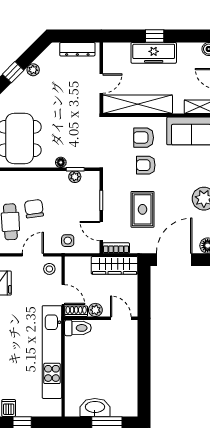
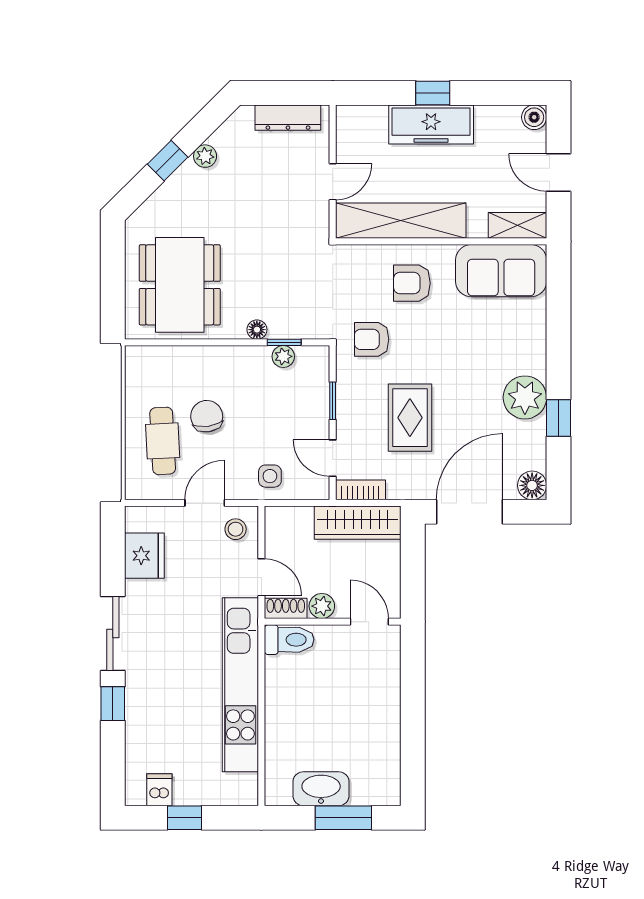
armchair: (146, 165) -> (372, 339), moved

